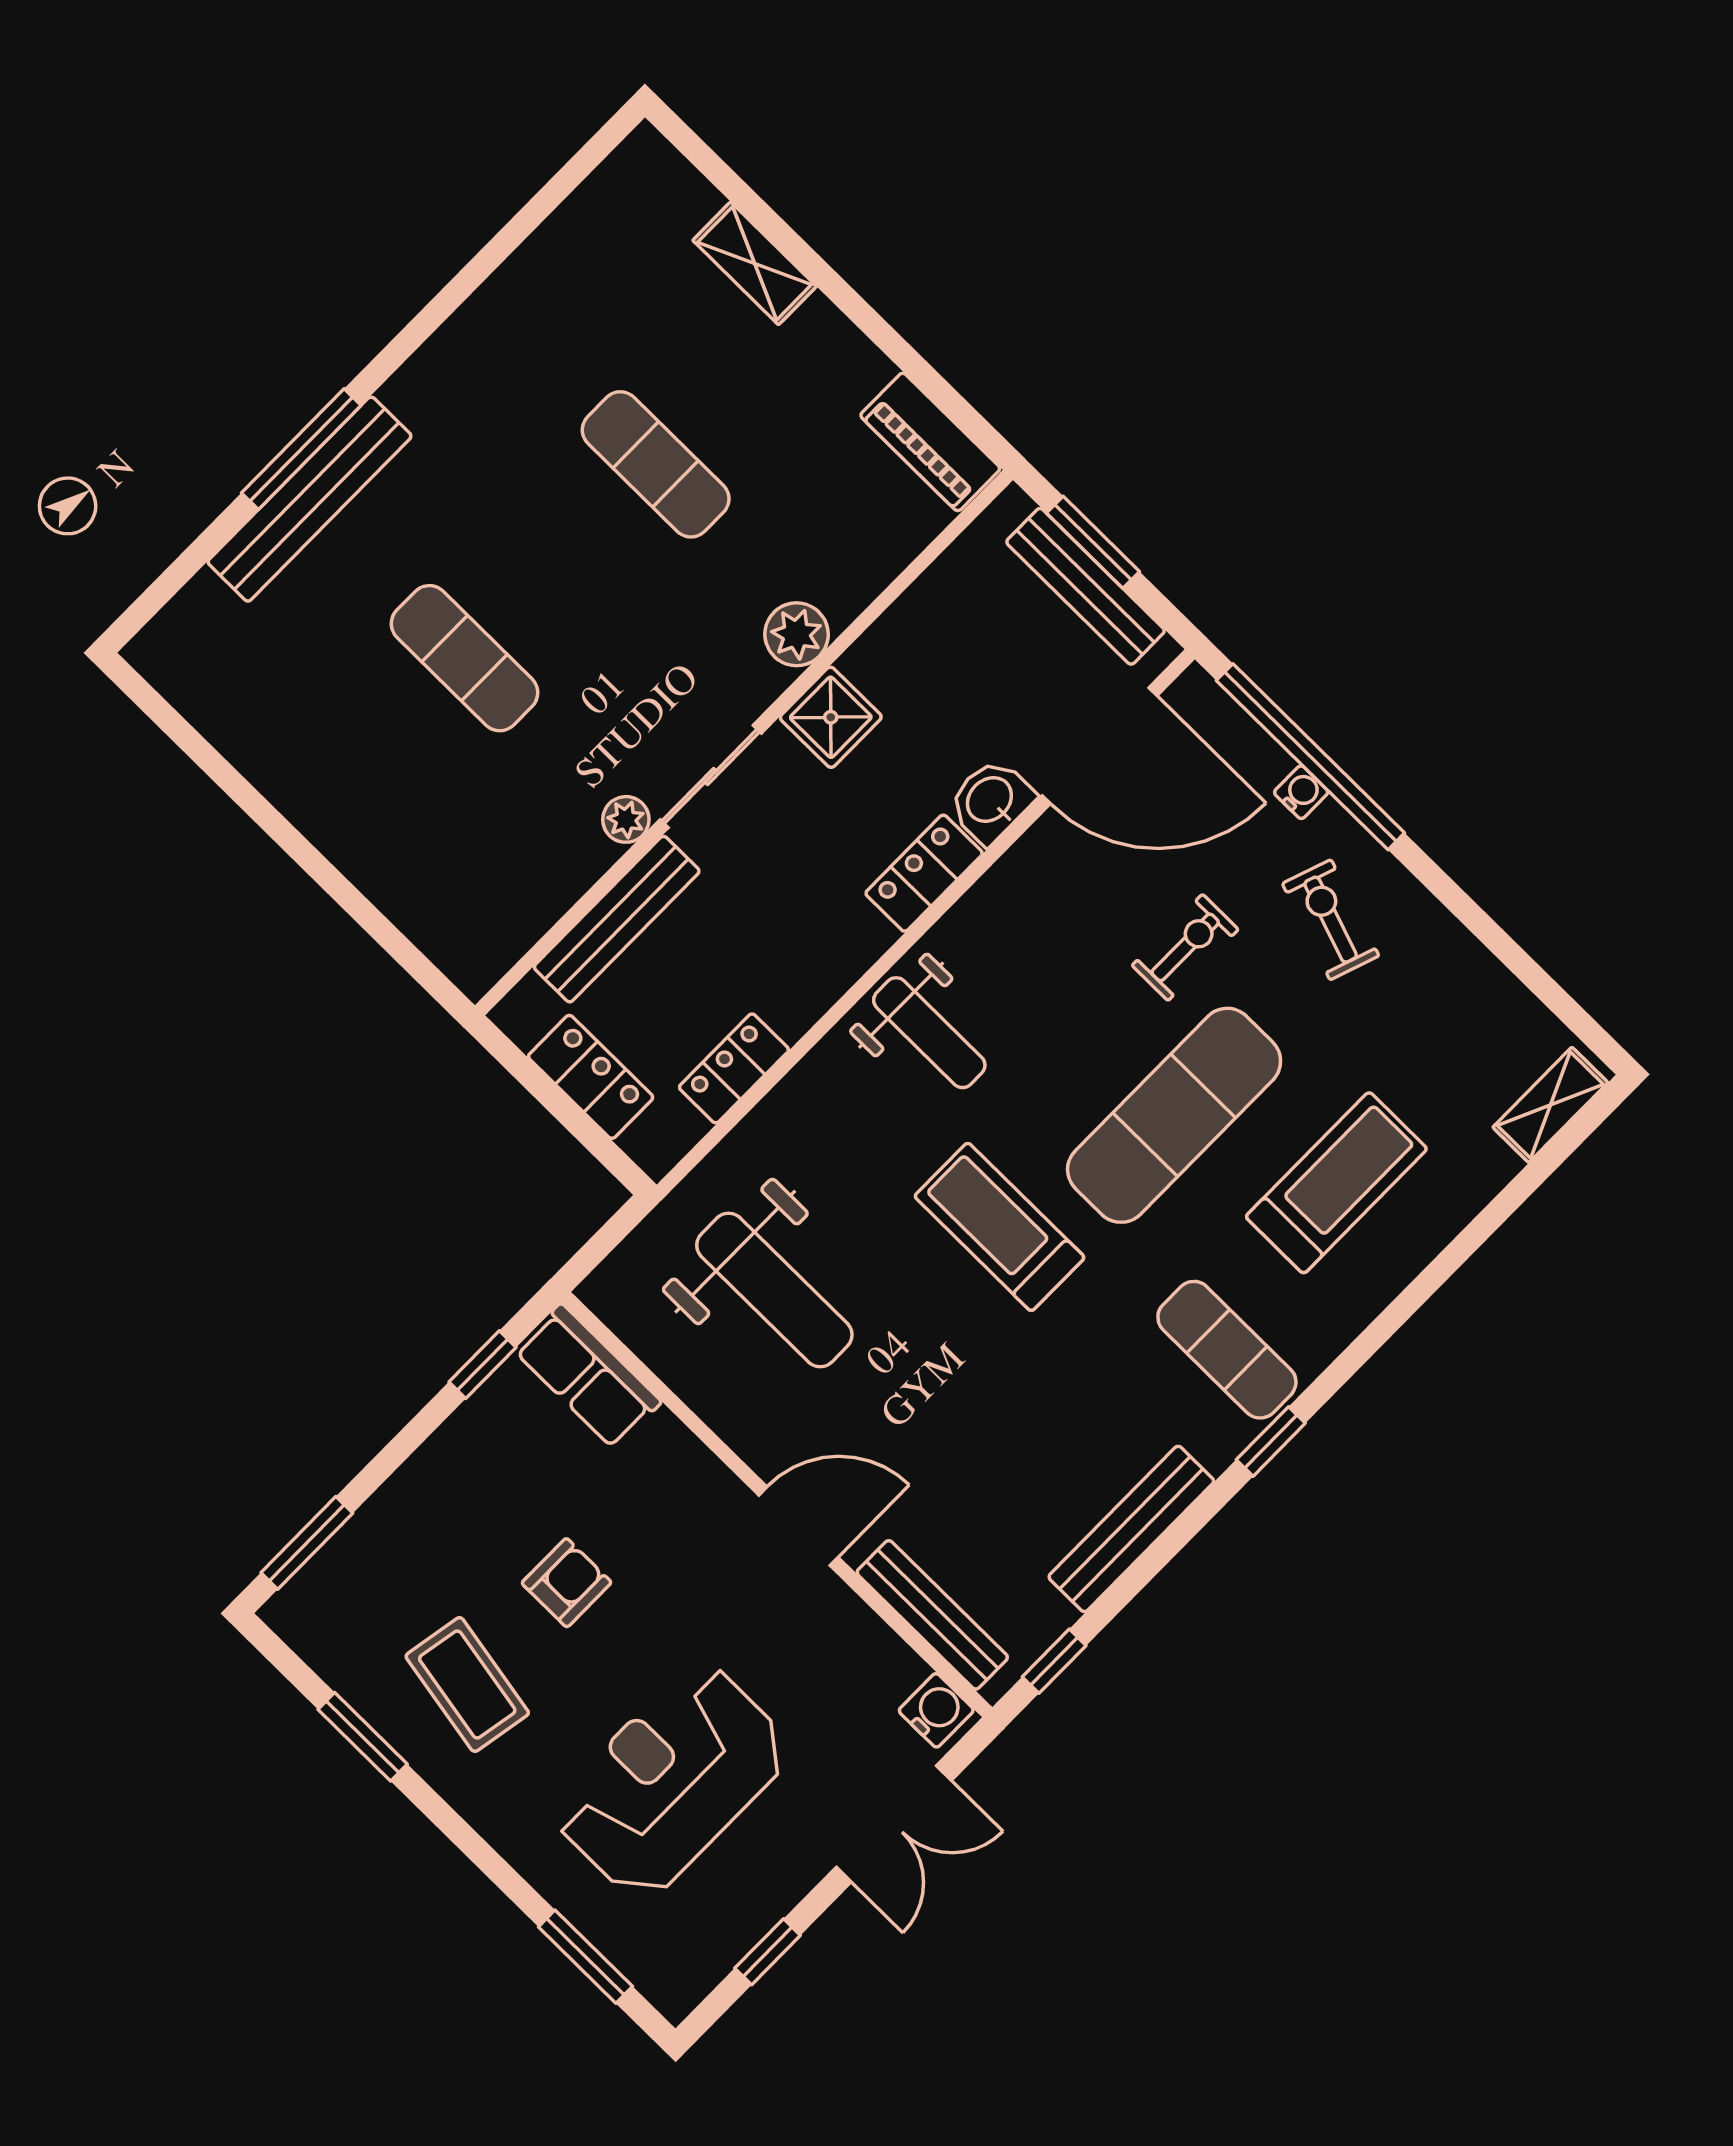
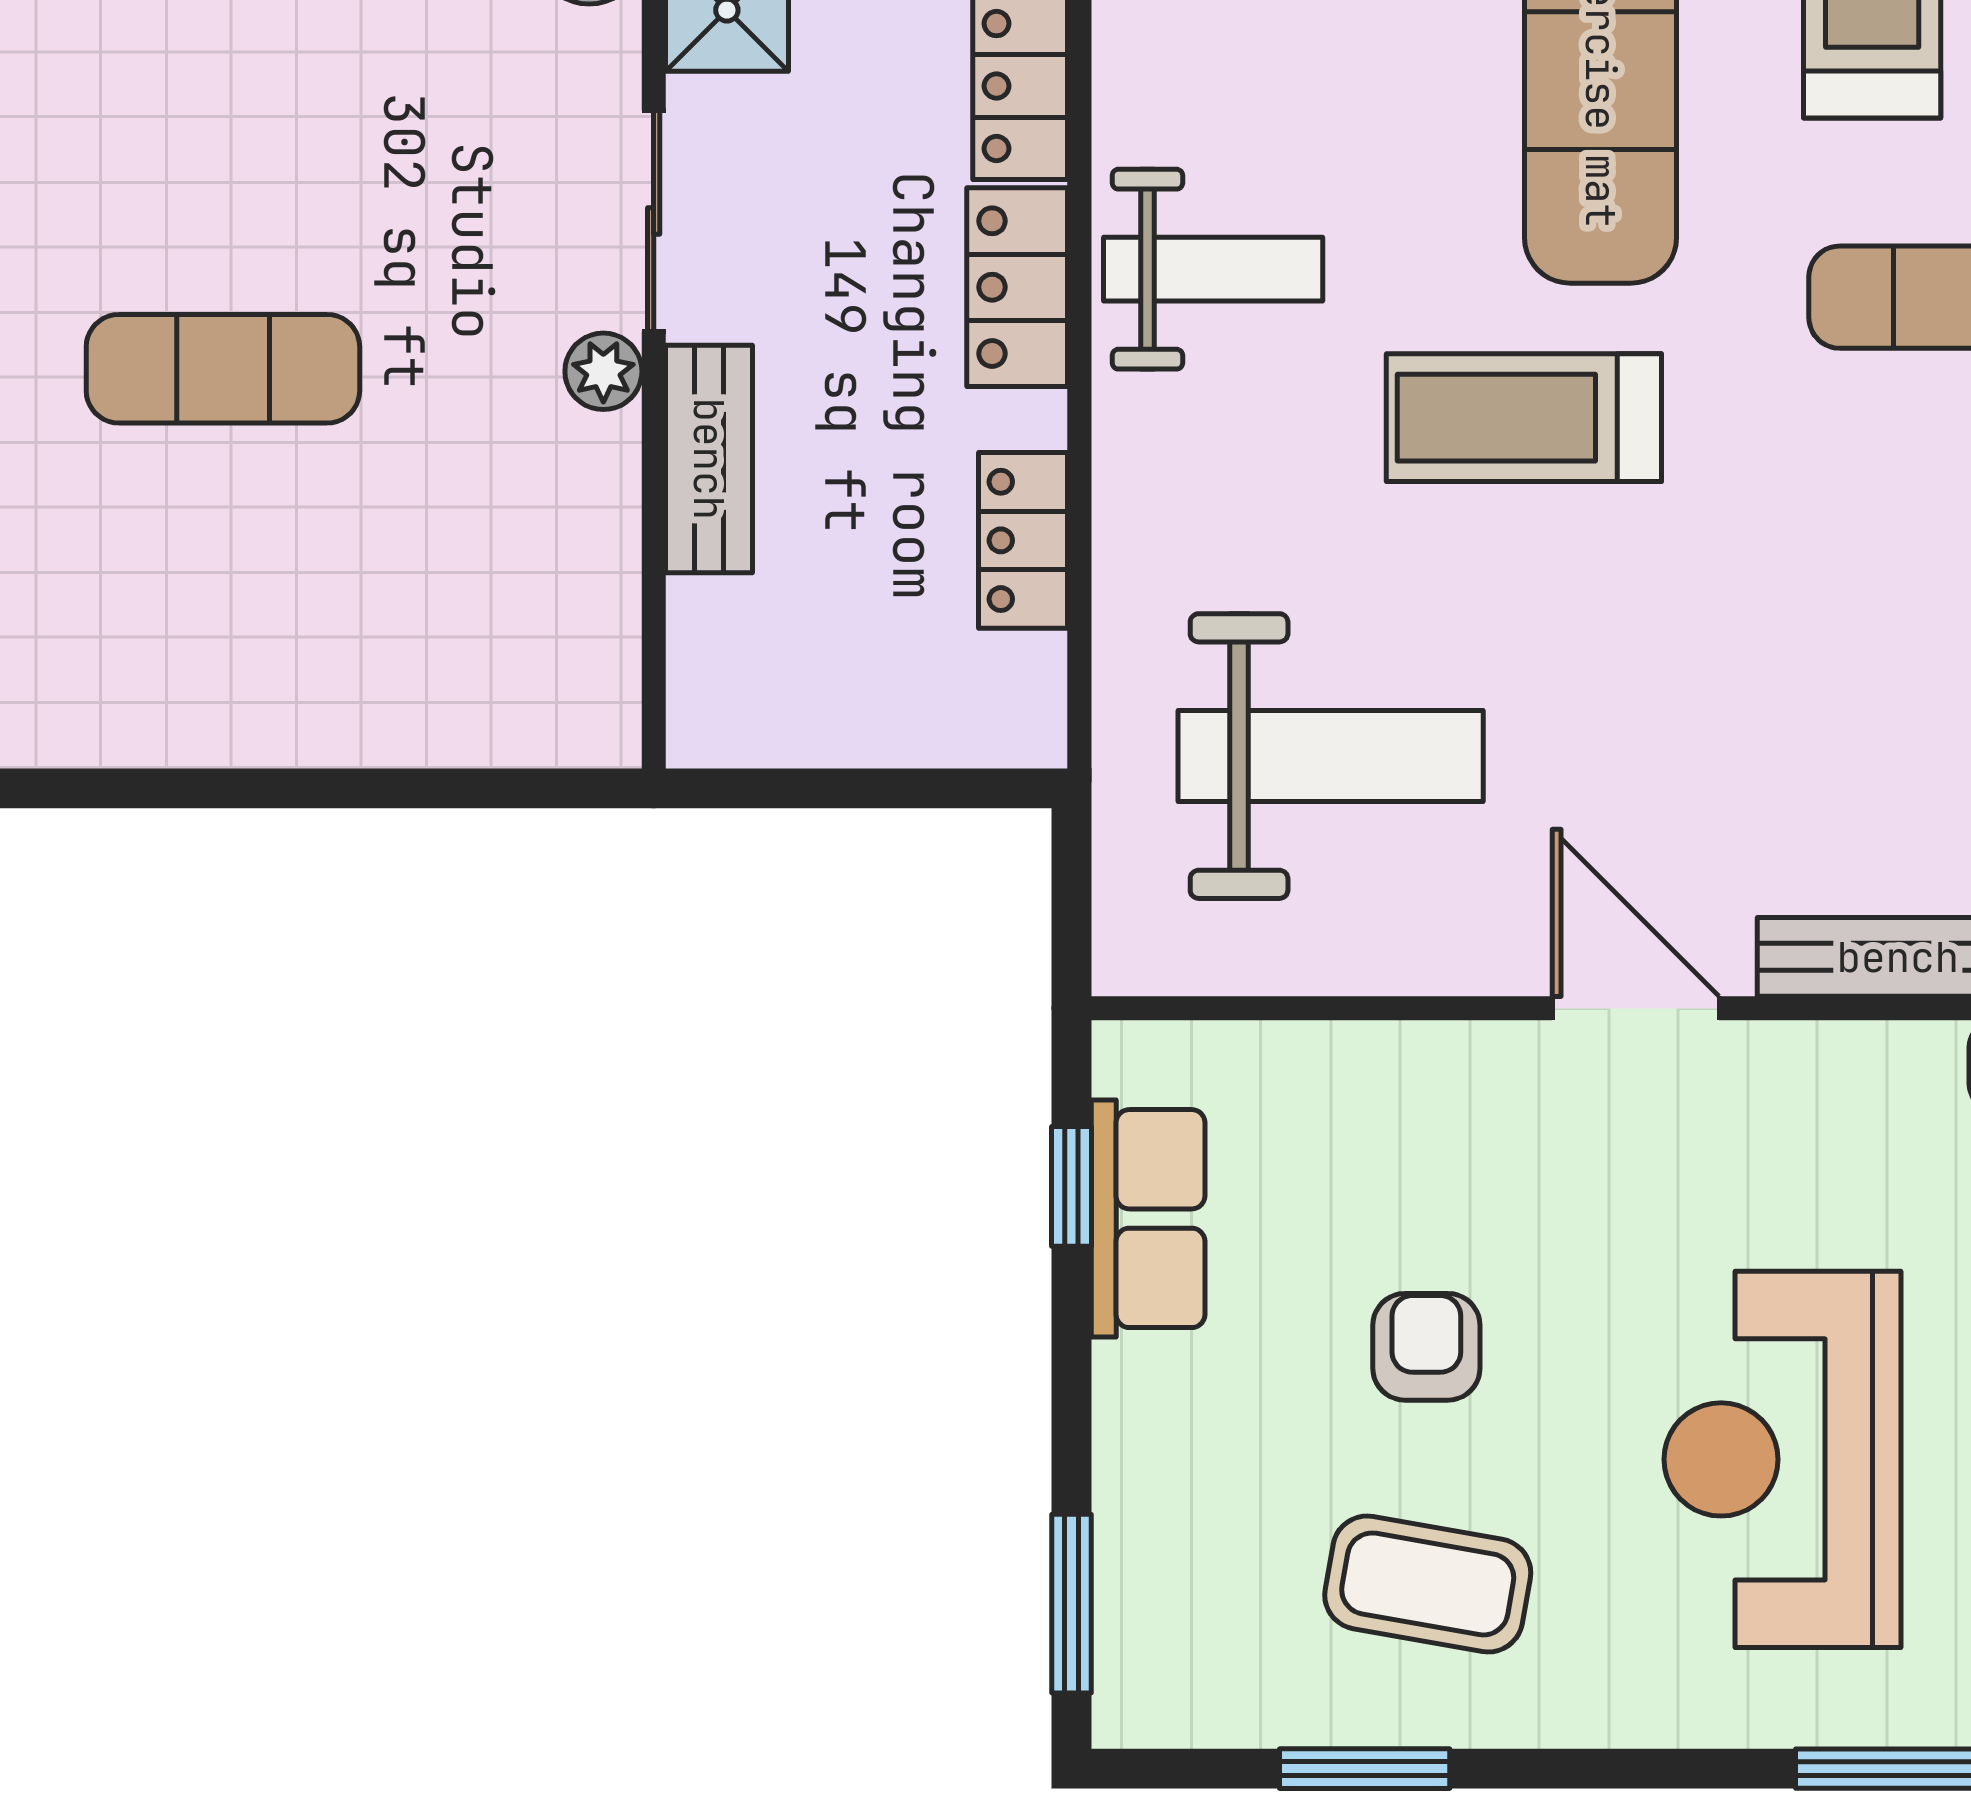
bench: (617, 919) -> (709, 459), width x0.73
locker: (591, 1077) -> (1017, 287), moved, turned -90
row of seats: (588, 1376) -> (1148, 1219), moved, turned -90
door: (799, 1526) -> (1636, 1008), hinge flipped

